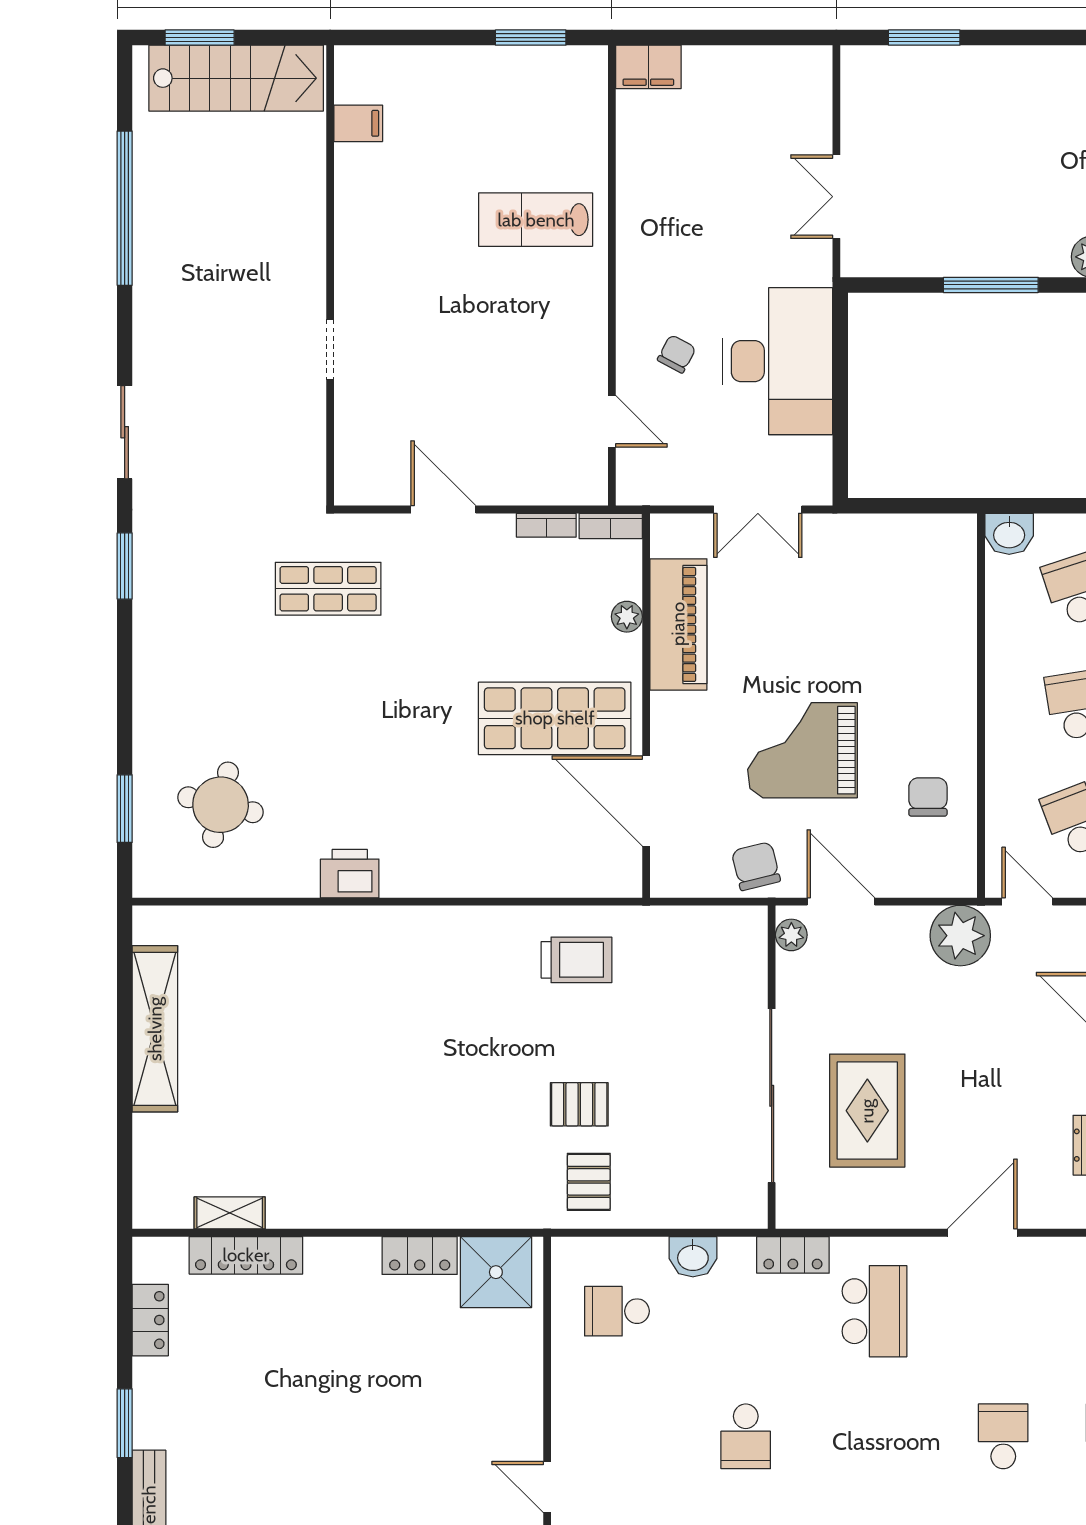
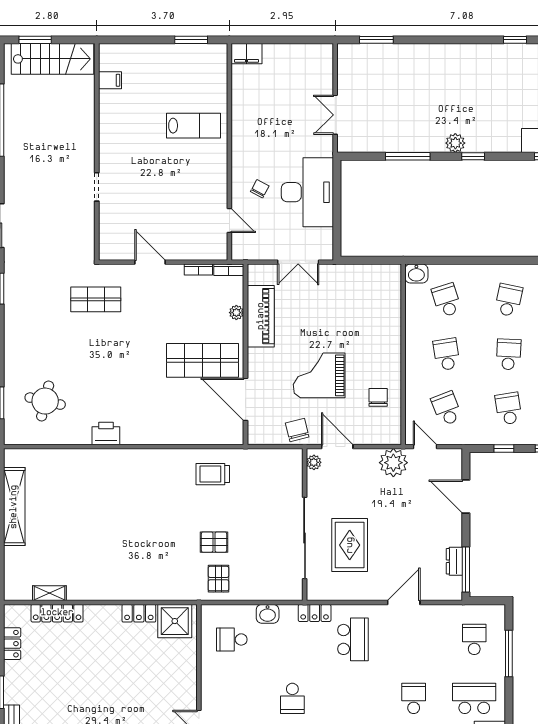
lab bench: (536, 220) -> (193, 126), turned 180
trolley: (577, 960) -> (213, 474), turned 180

